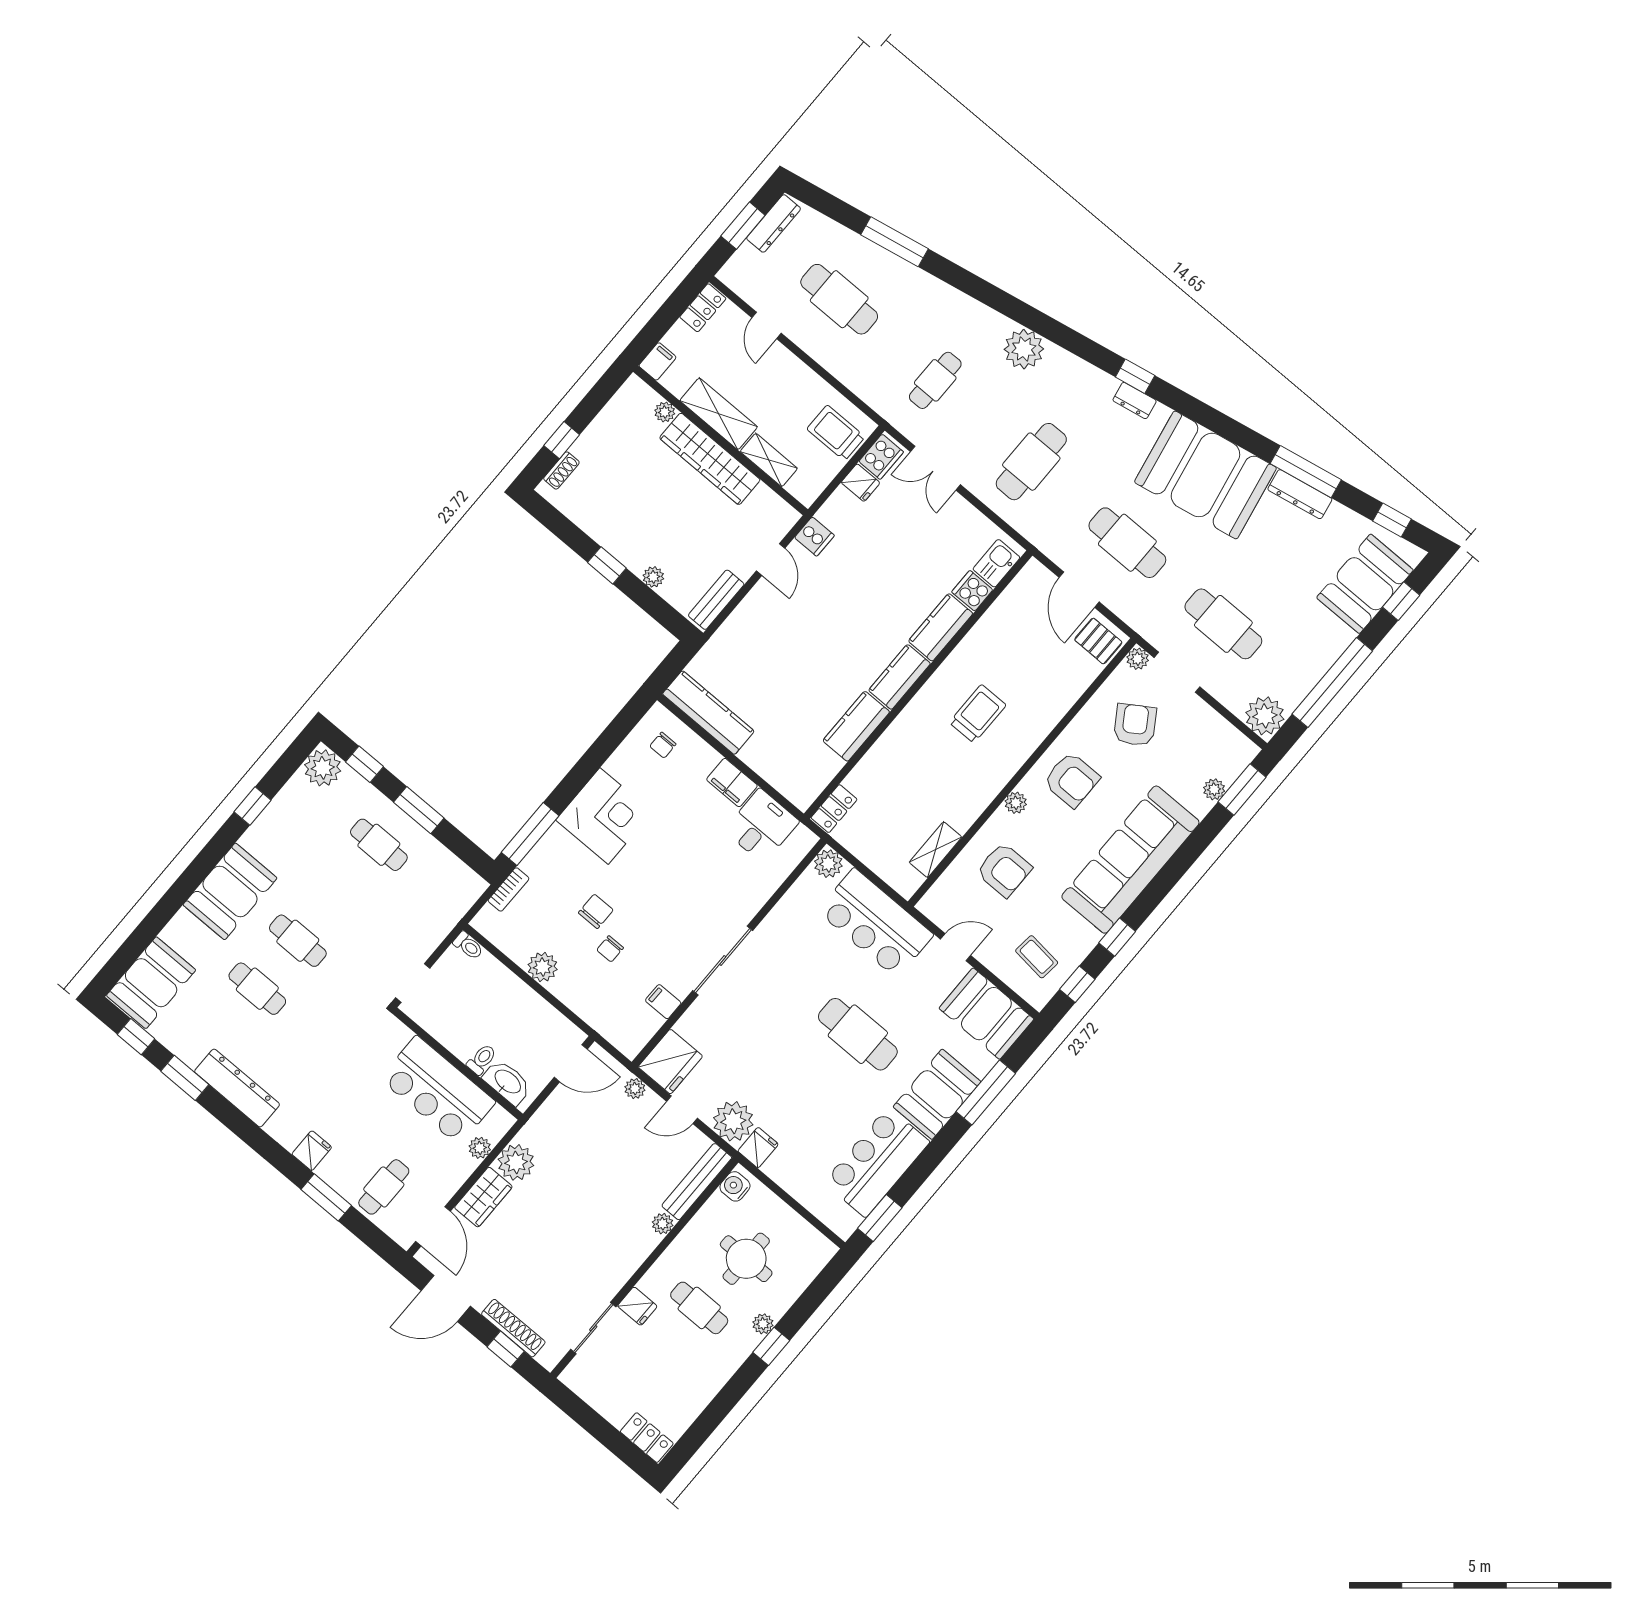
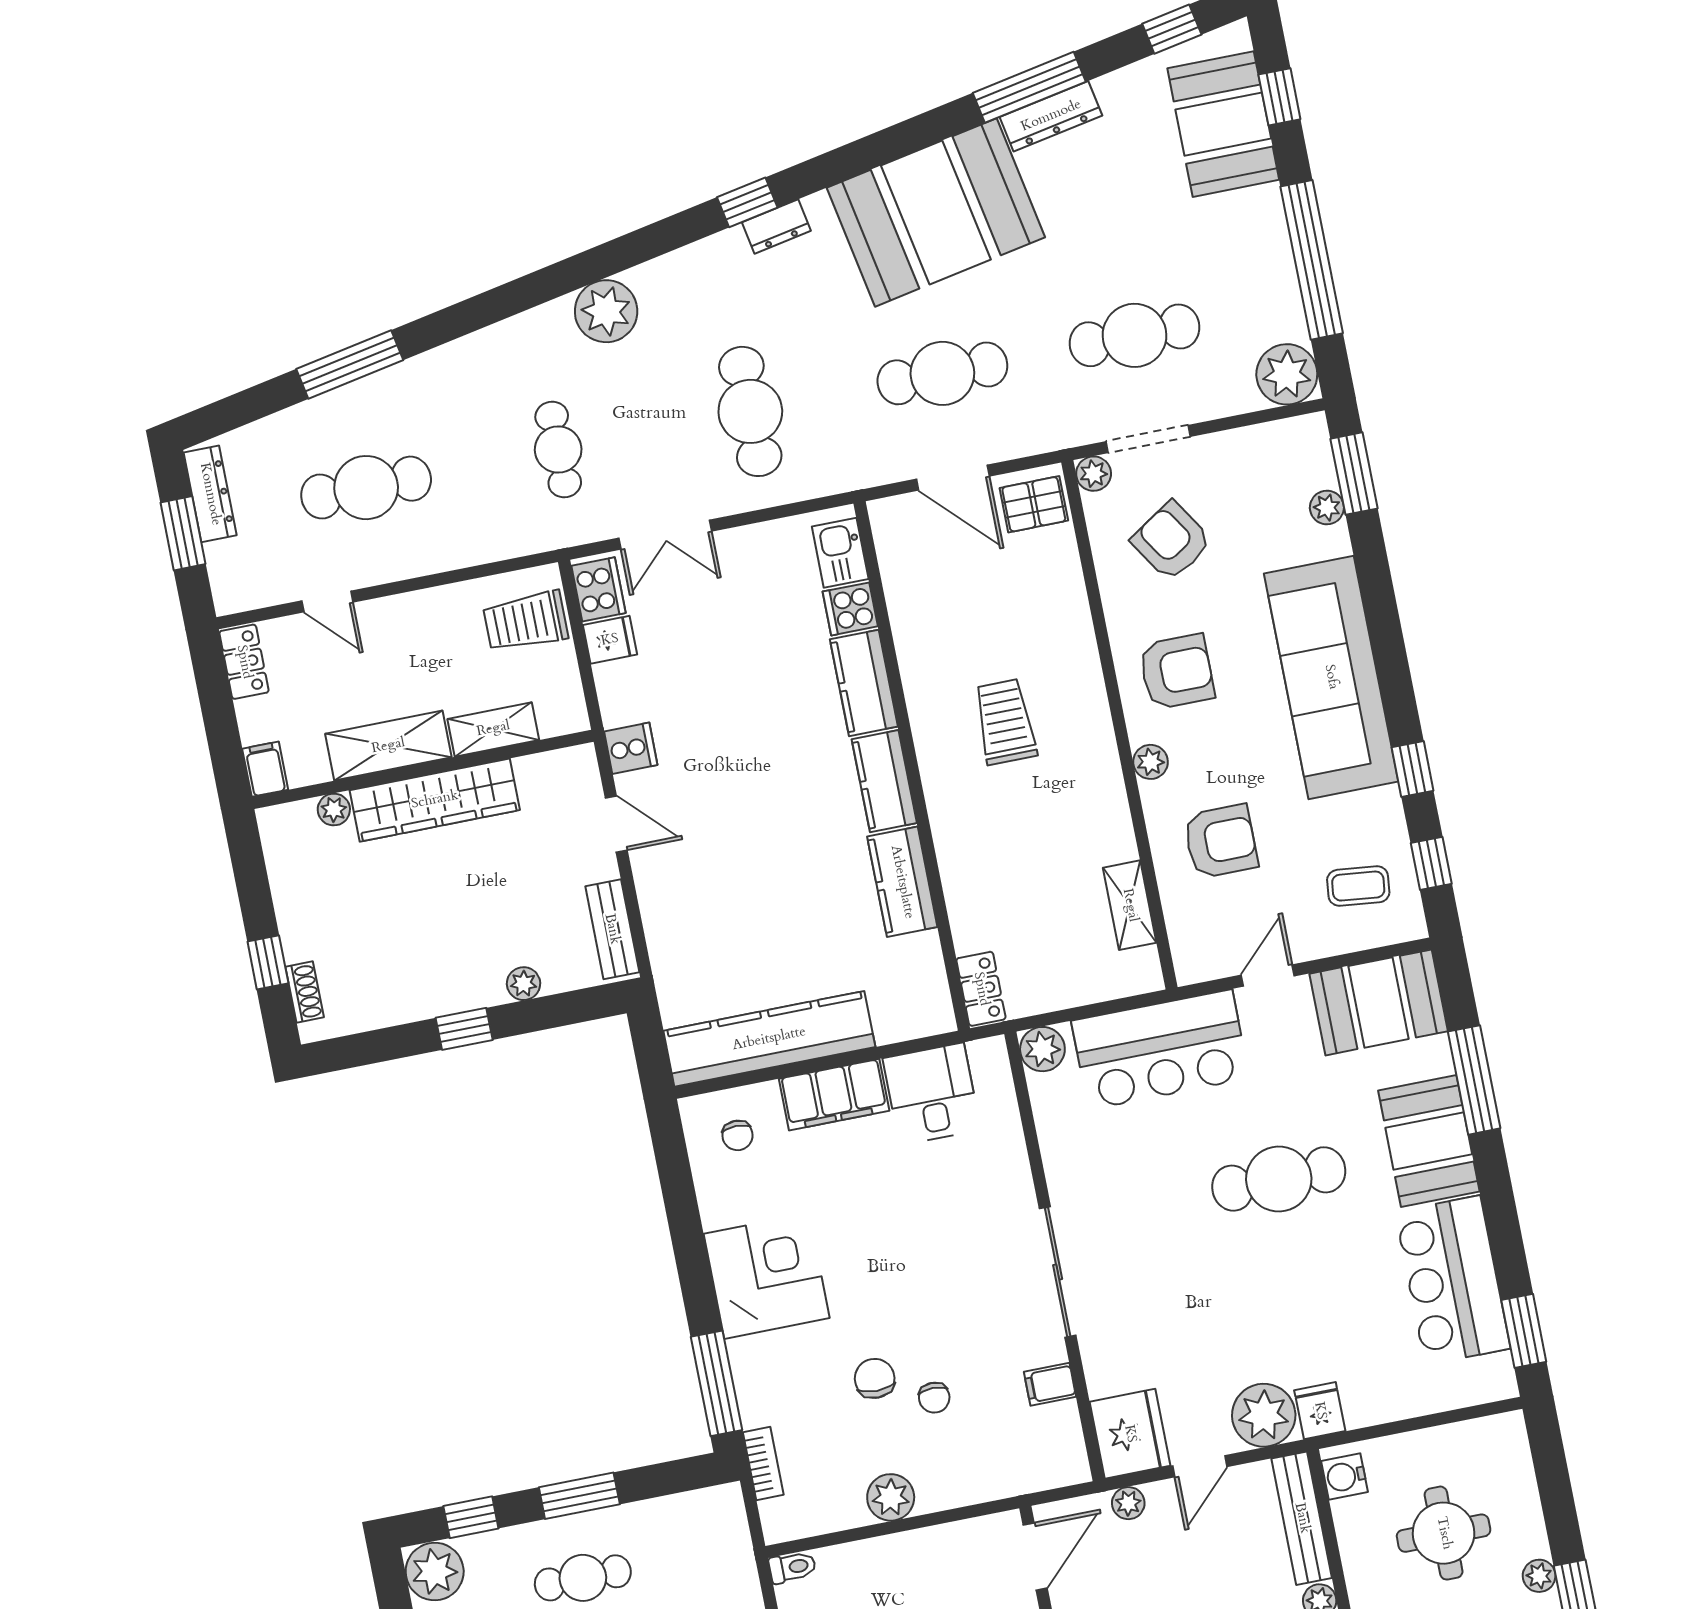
kitchen counter: (708, 713) -> (769, 1039), width x1.39, depth x1.17
filing cabinet: (732, 783) -> (834, 1095), width x1.50, depth x1.17

